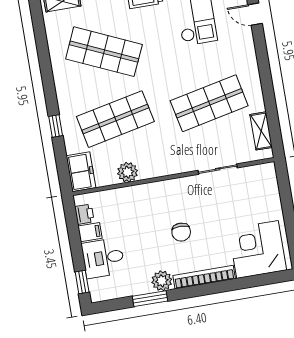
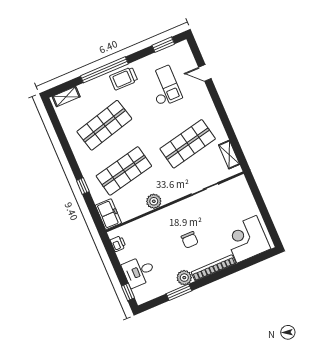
shop shelf: (104, 52) -> (104, 125), turned -39
plant: (128, 172) -> (154, 201), moved
filing cabinet: (90, 232) -> (125, 255), removed

